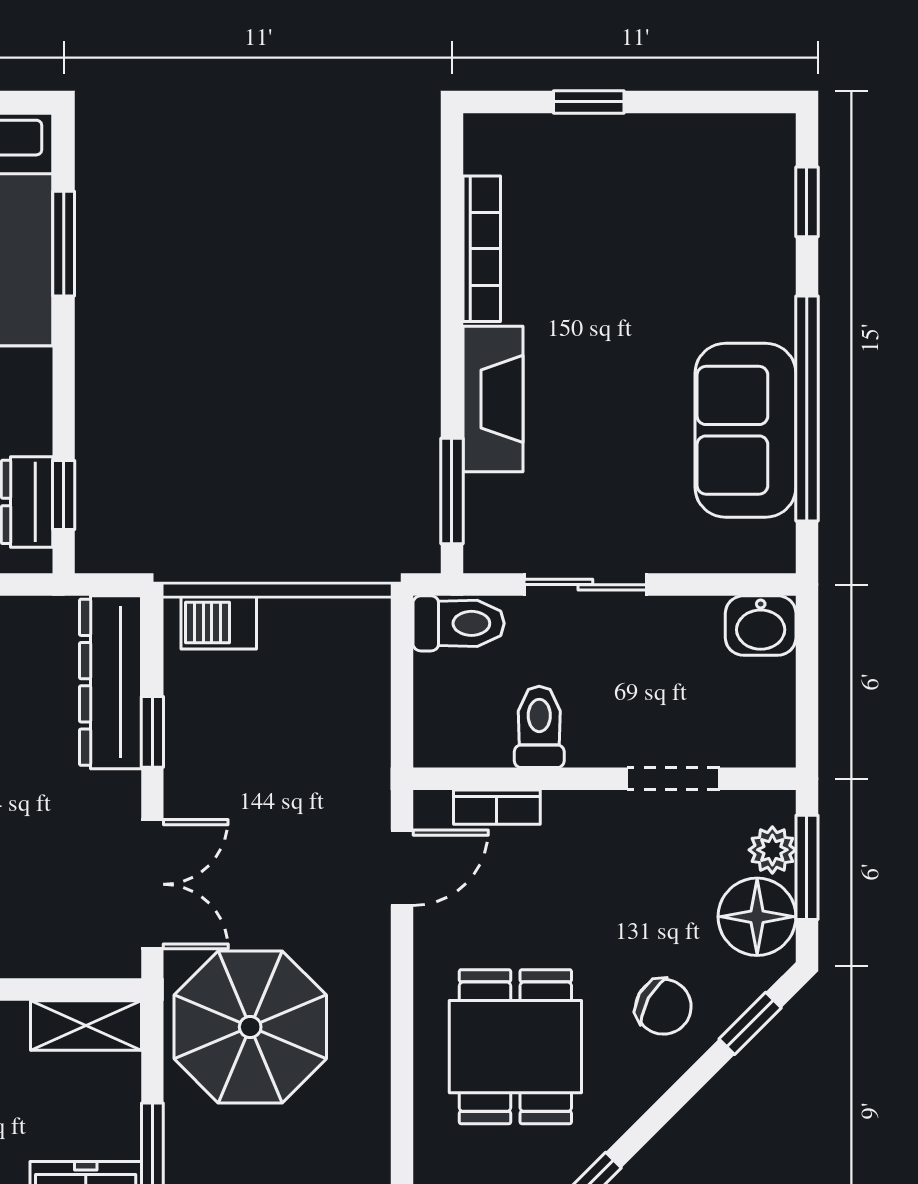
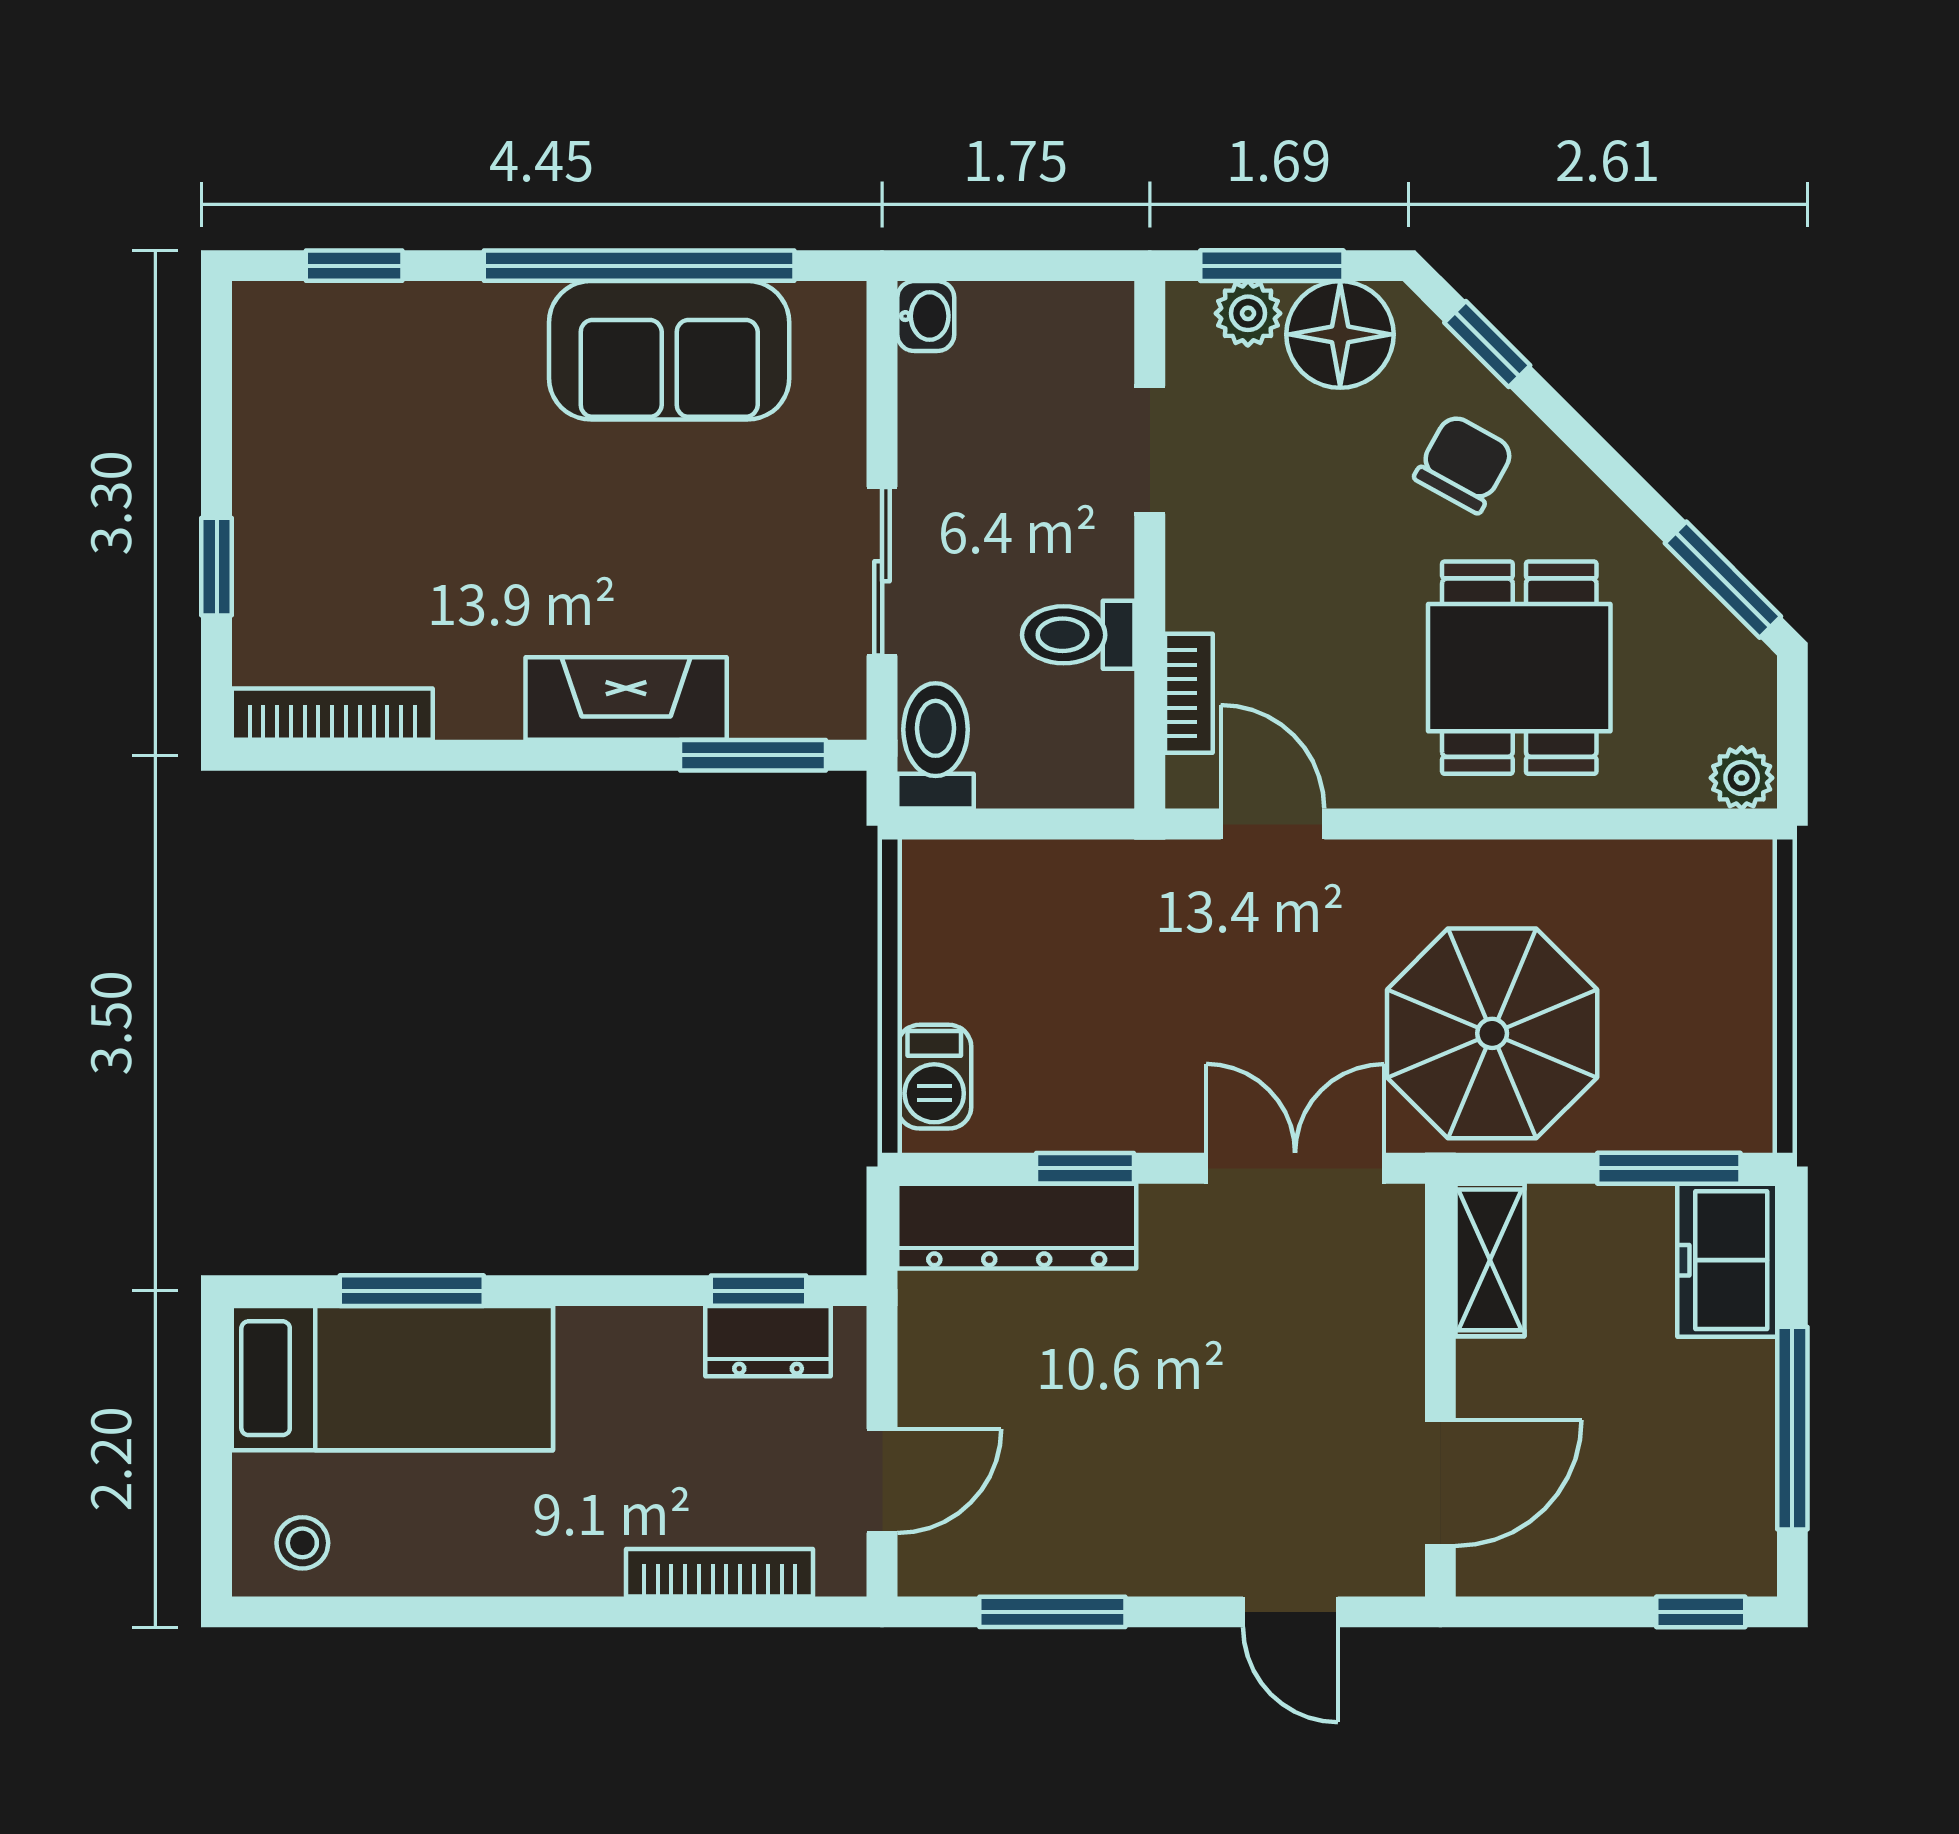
bookcase: (482, 249) -> (332, 714), moved
washbasin: (761, 625) -> (926, 316), width x0.72, depth x0.69
dining table: (515, 1047) -> (1519, 668), turned 90

